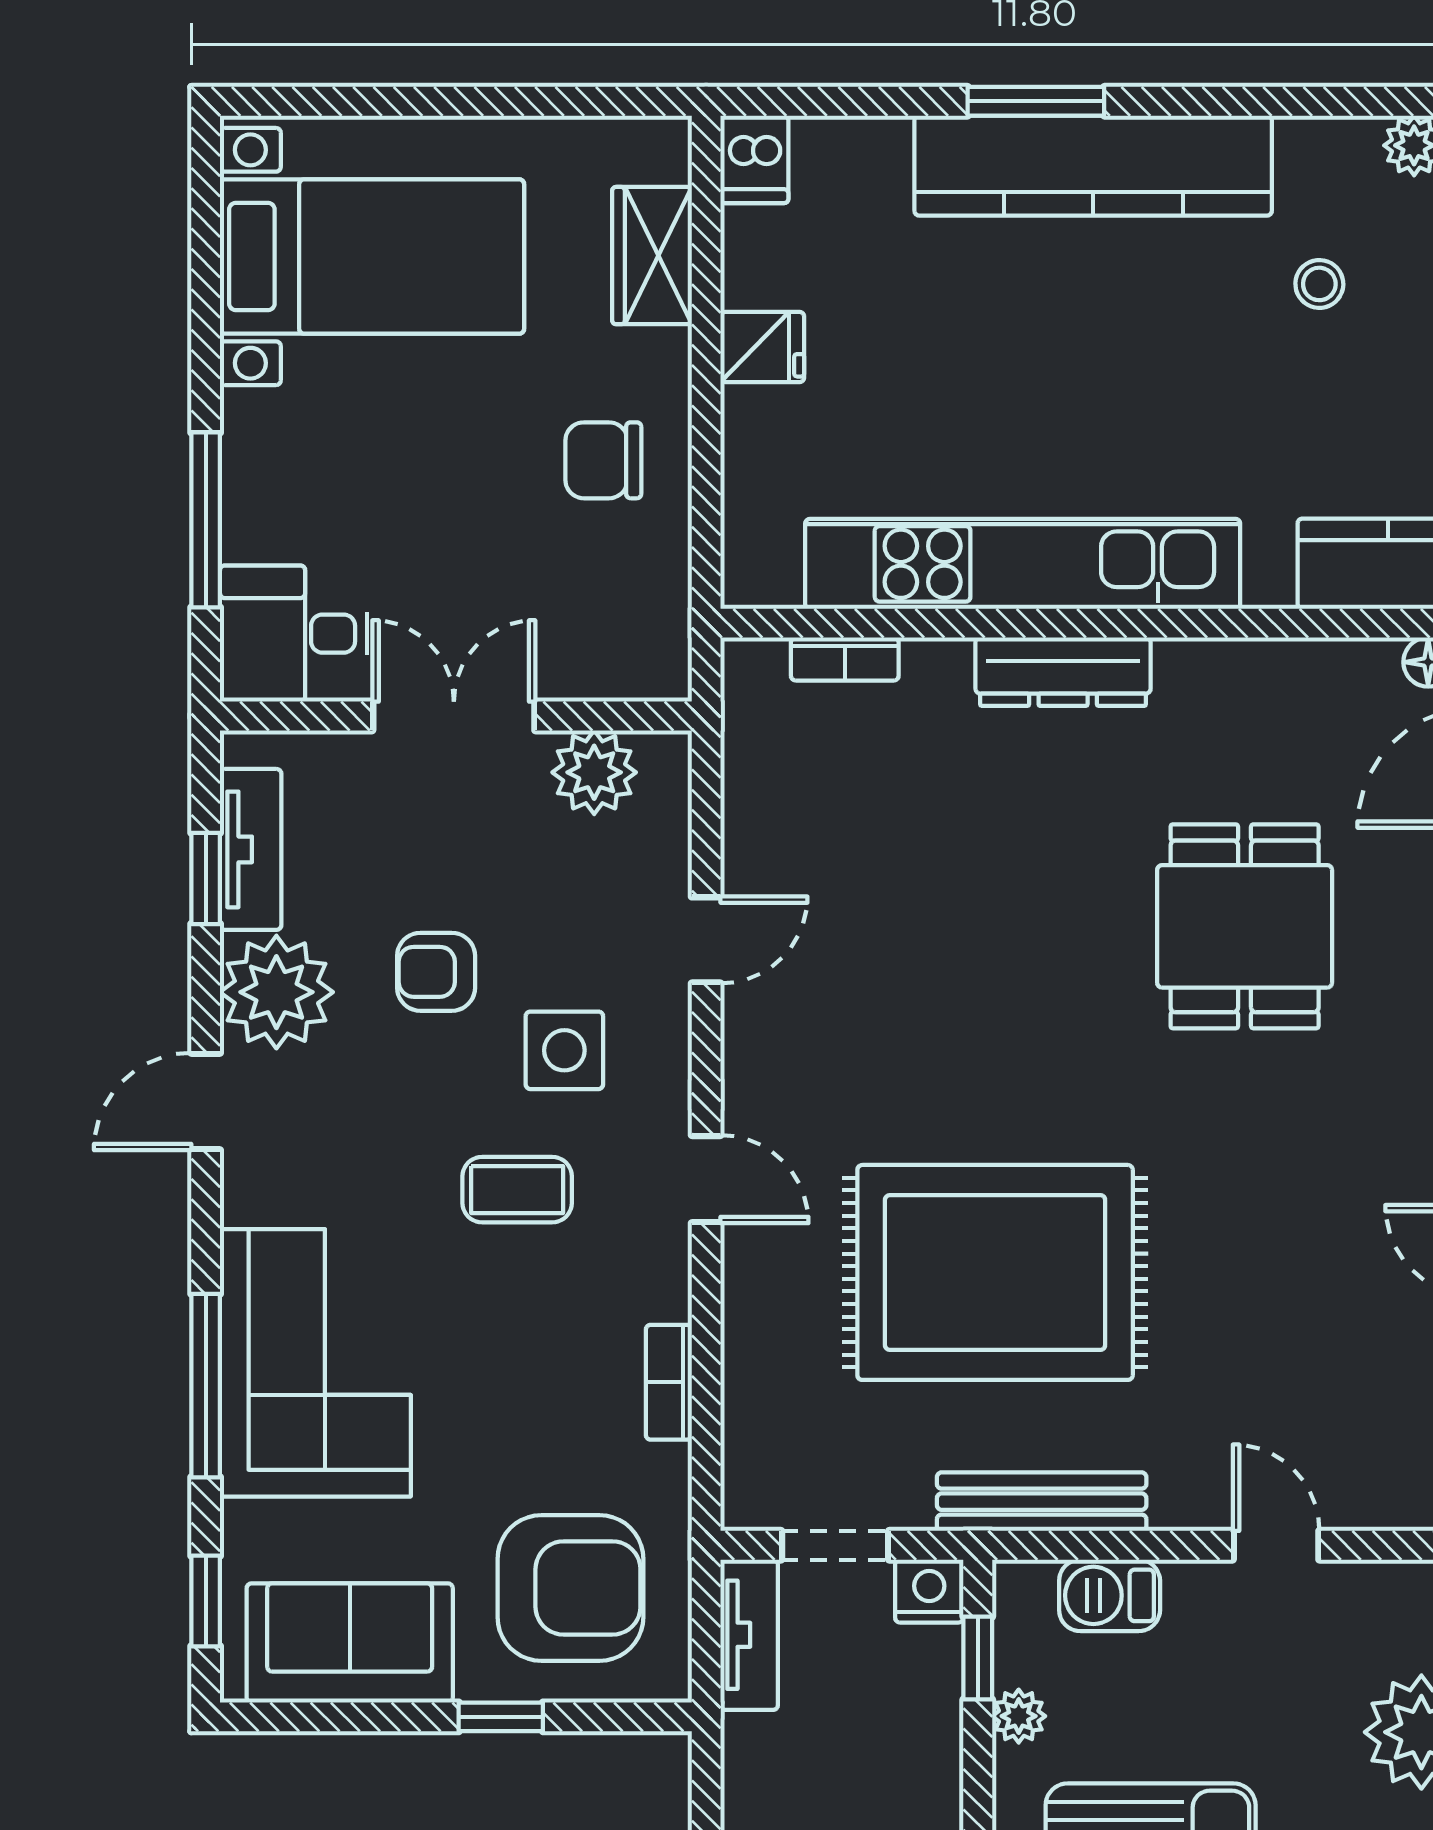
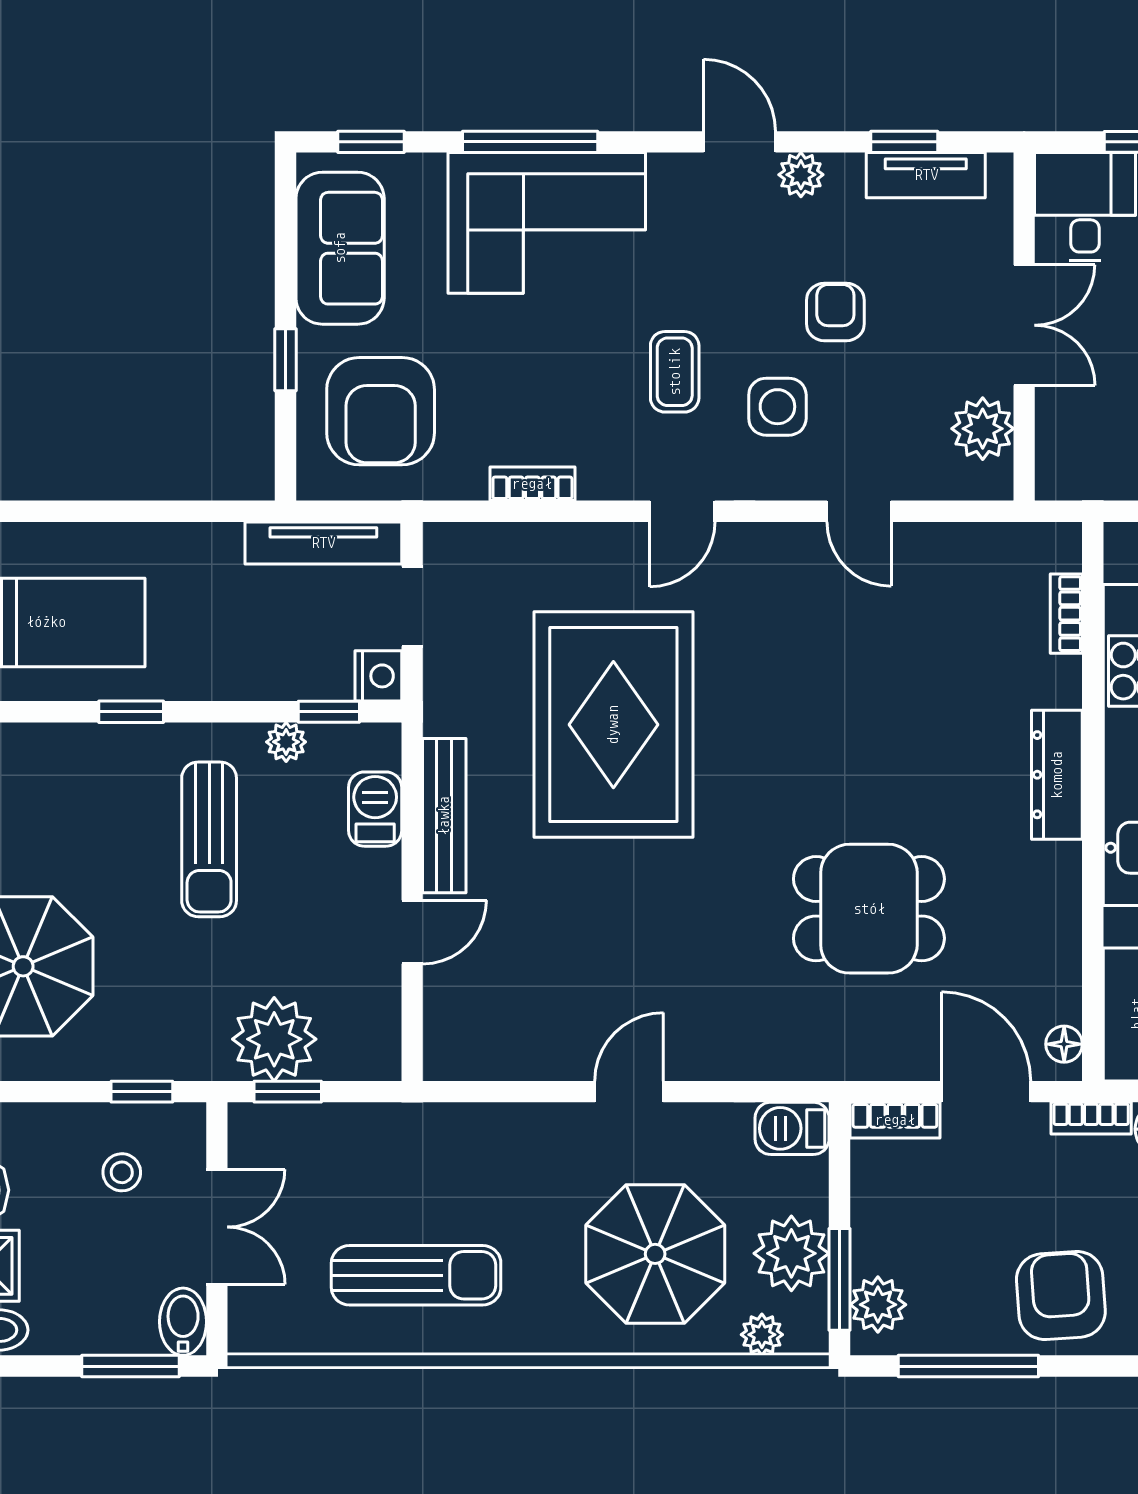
plant: (276, 992) -> (801, 175), width x0.53, depth x0.53
bench: (1042, 1502) -> (444, 816), moved
tv unit: (749, 1635) -> (323, 543), width x1.41

